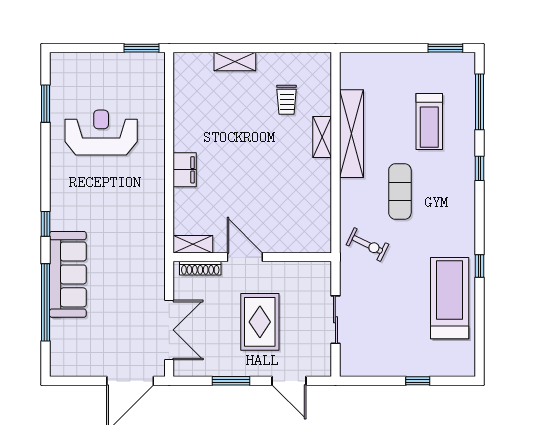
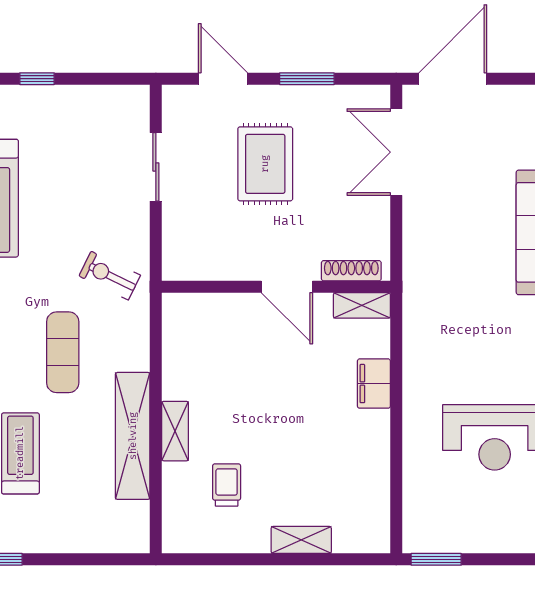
shelving: (193, 244) -> (362, 305), moved
door: (245, 257) -> (287, 287), moved
wall: (252, 257) -> (276, 287), moved
shoe rack: (200, 268) -> (351, 271), moved

